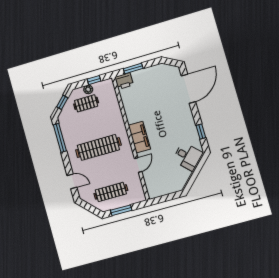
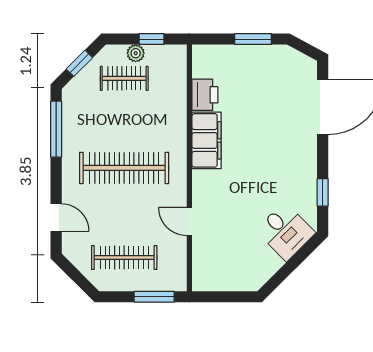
window: (133, 69) -> (253, 39), moved
printer: (124, 81) -> (205, 95), moved, turned -90
filing cabinet: (139, 137) -> (207, 140), moved
door: (138, 165) -> (189, 221), swing flipped
window: (121, 210) -> (154, 297), moved

